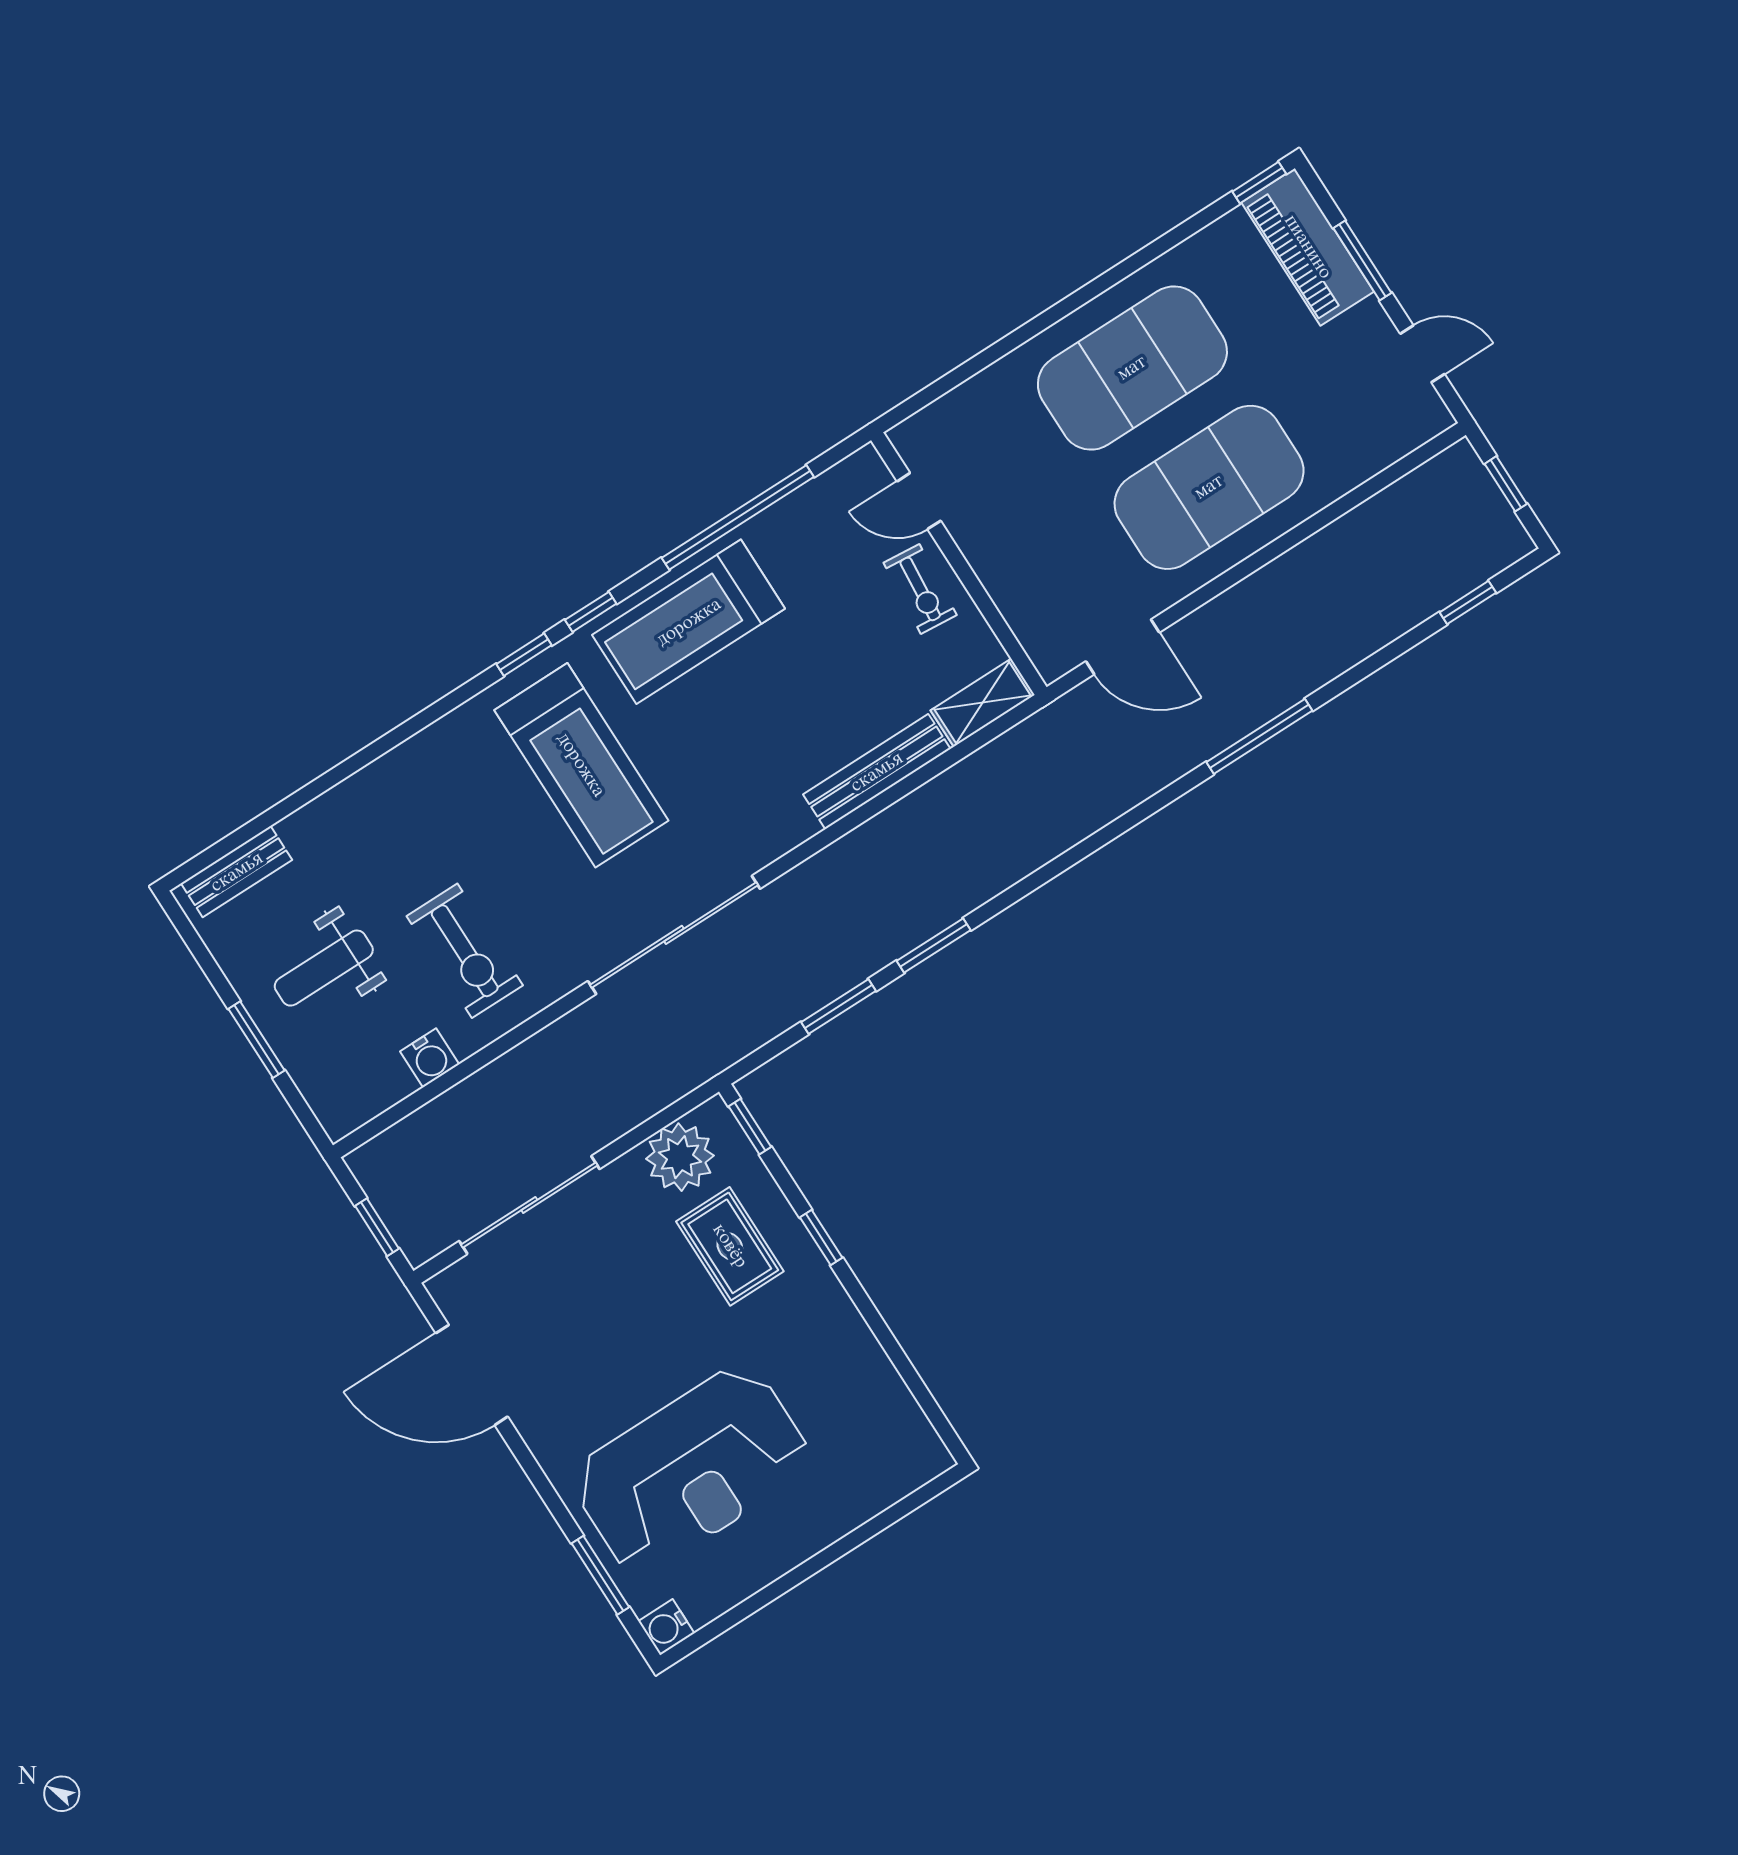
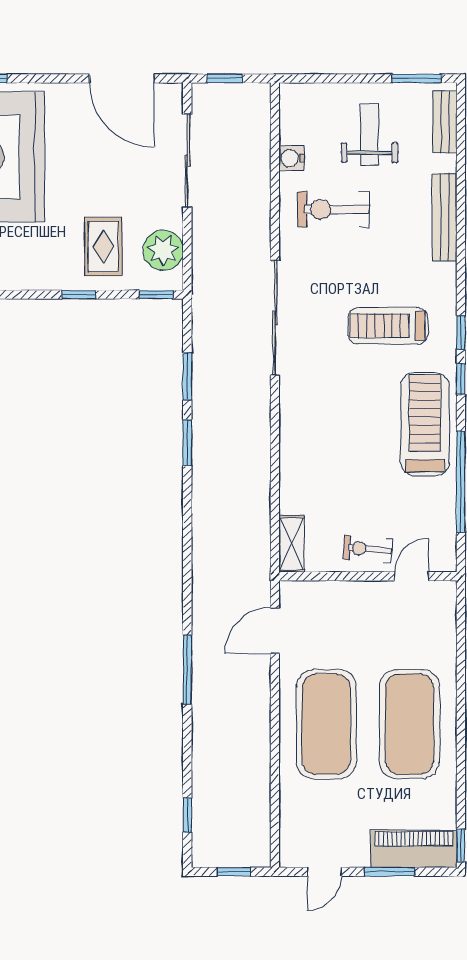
treadmill: (581, 765) -> (388, 326), width x0.73, depth x0.73
bench: (877, 772) -> (445, 217), moved
window: (257, 1040) -> (417, 78), moved
rug: (730, 1246) -> (103, 247), turned 90
door: (472, 1375) -> (122, 78), swing flipped

